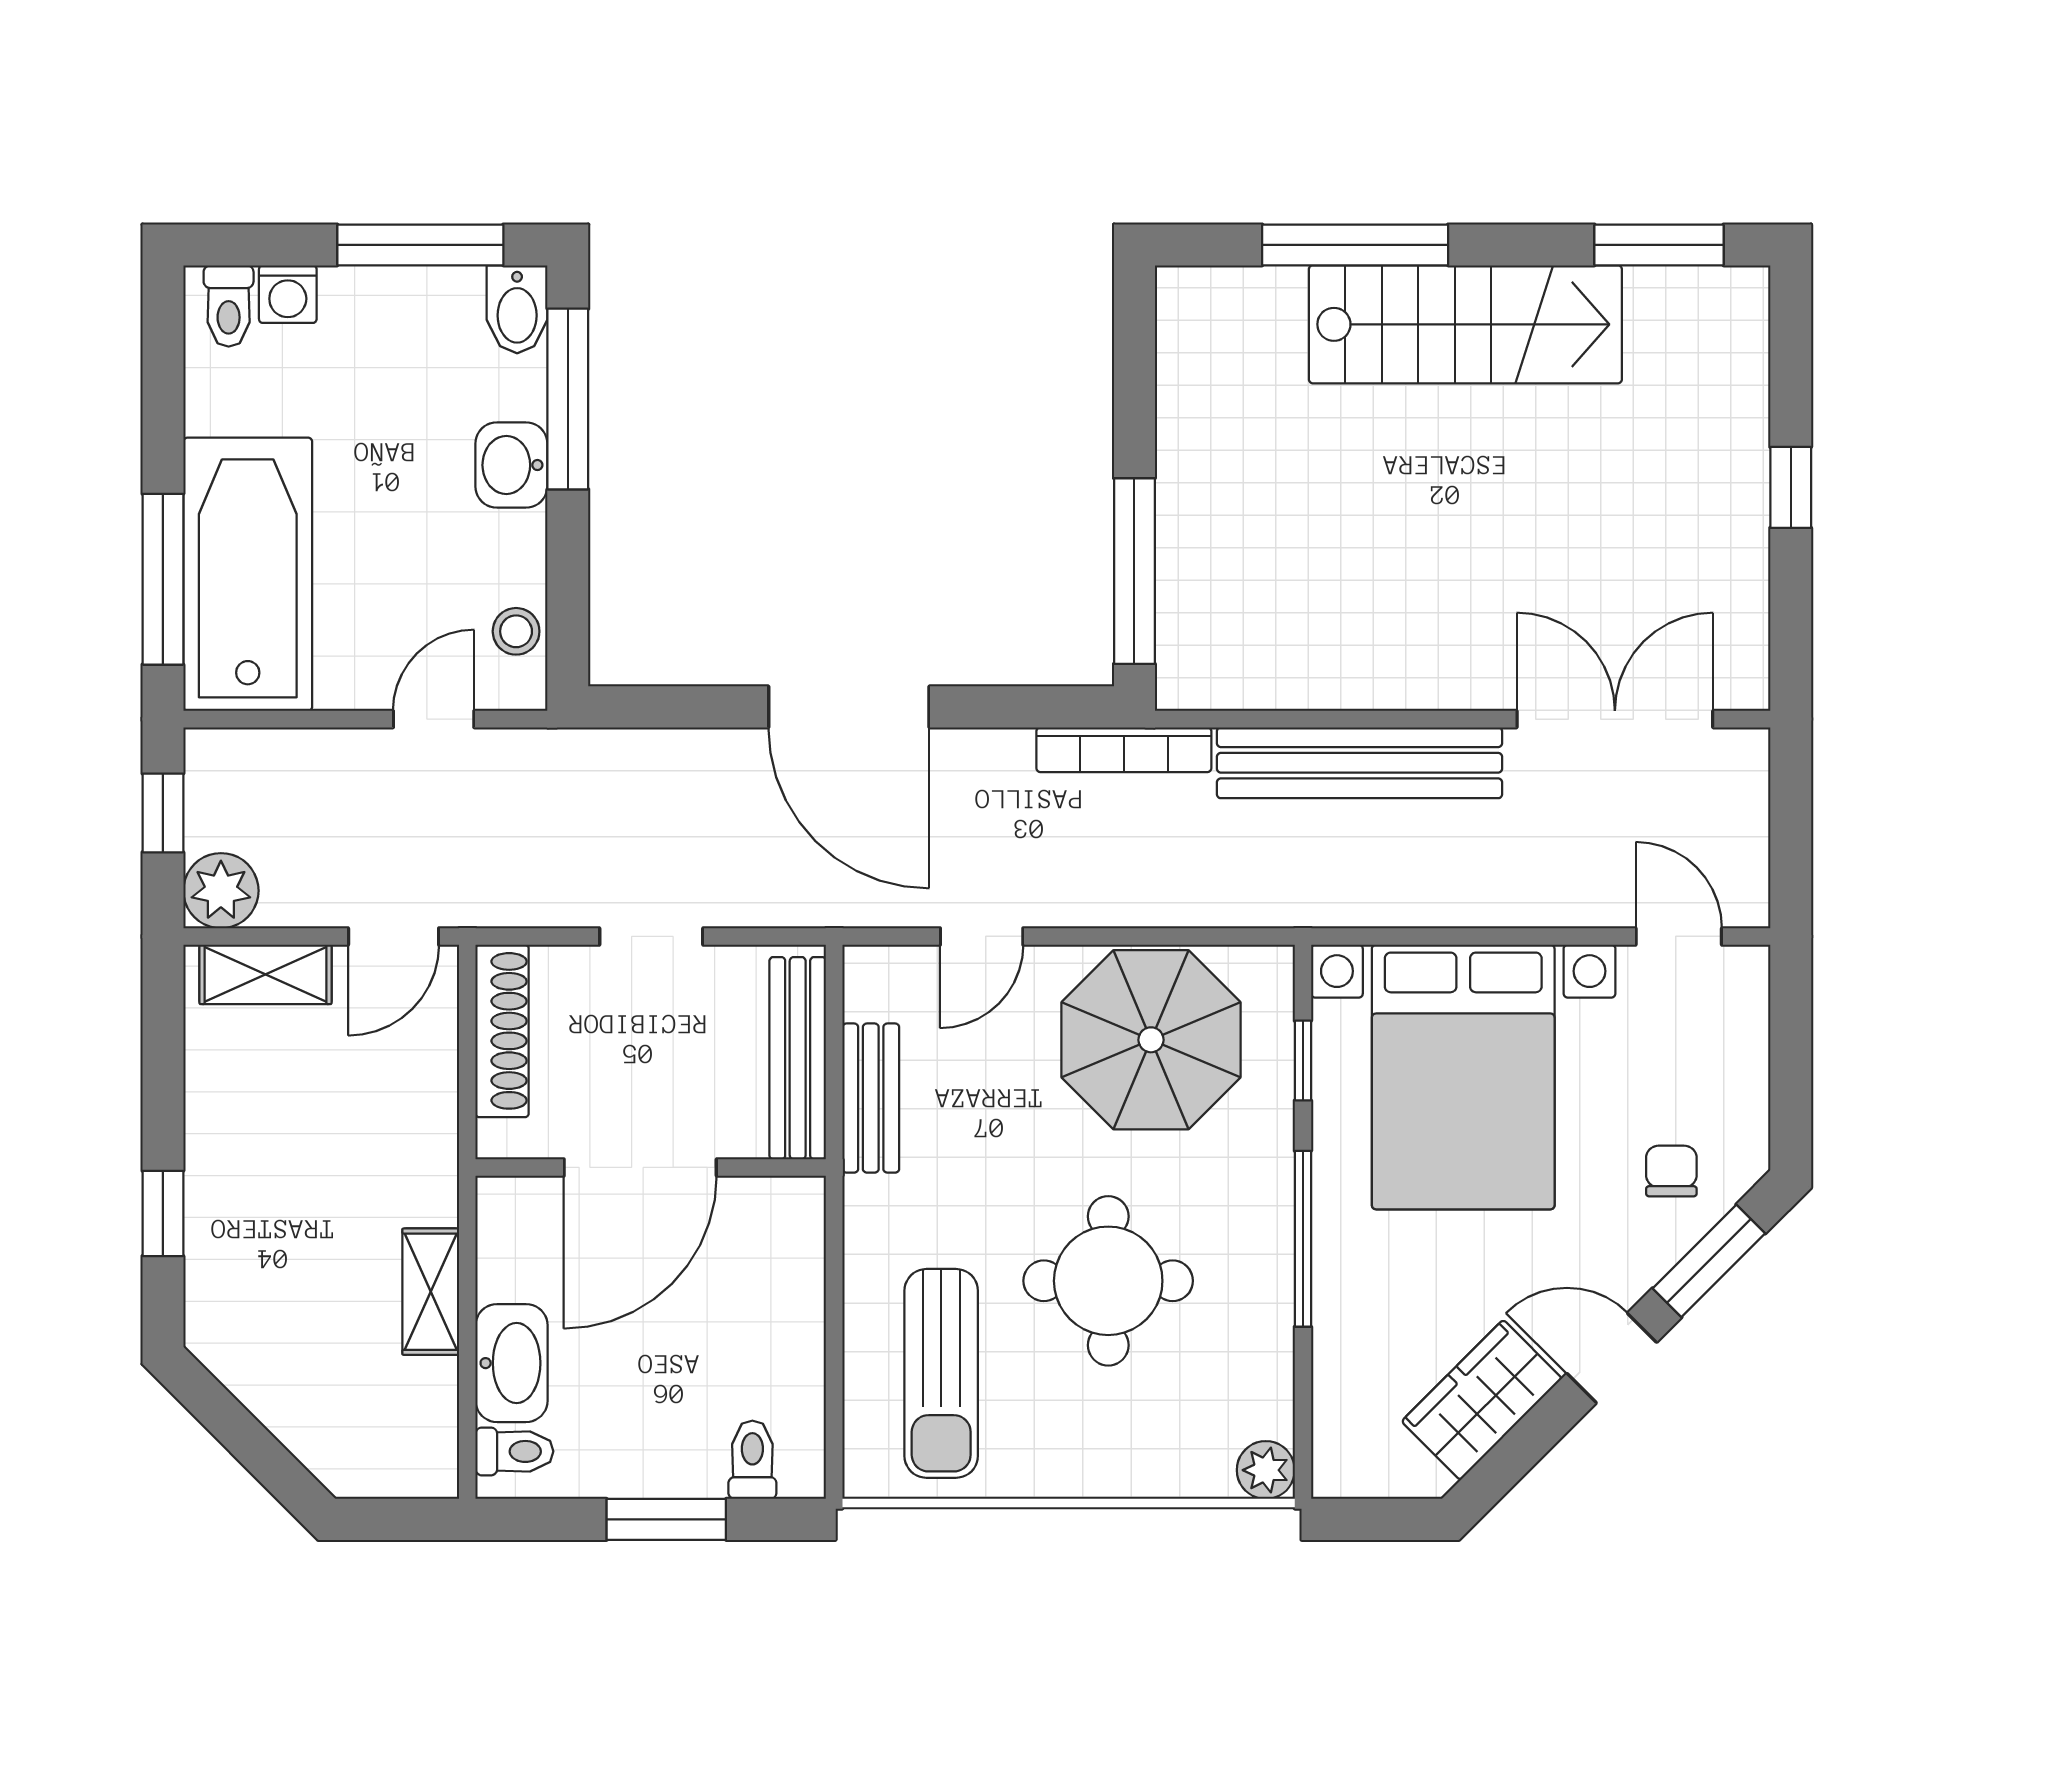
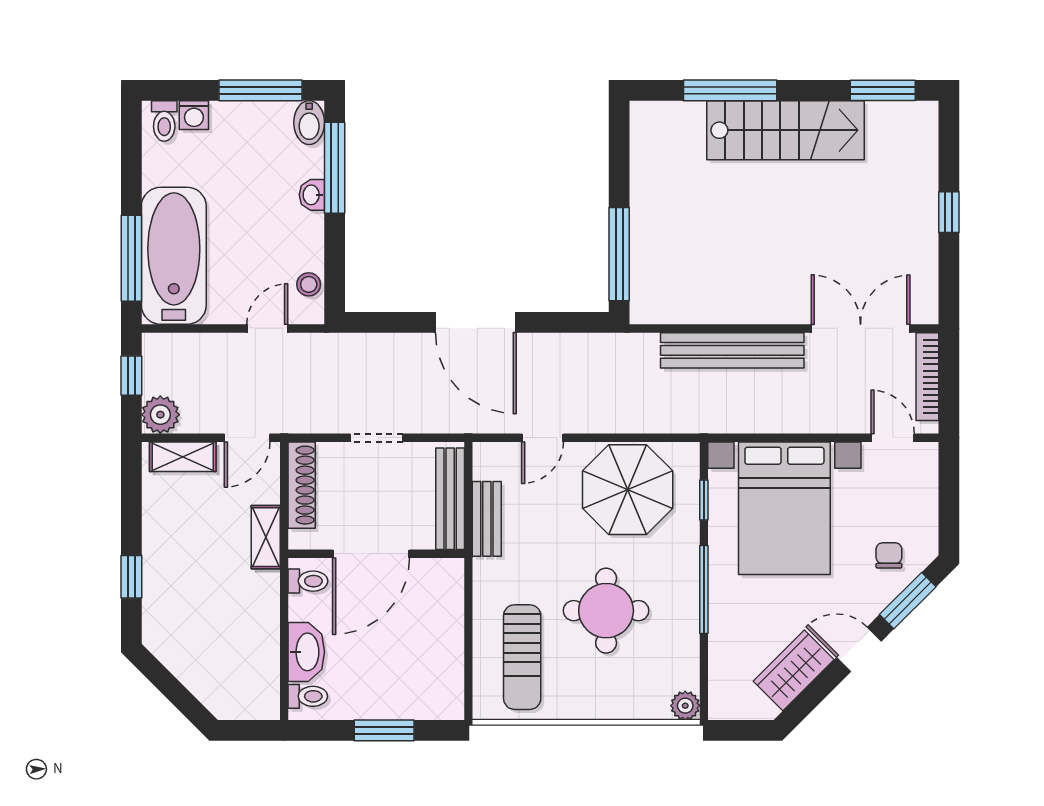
washbasin: (511, 465) -> (312, 195), width x0.72, depth x0.69
bookcase: (1124, 750) -> (927, 377), moved, turned 90
shelving: (431, 1292) -> (266, 537), moved
toilet: (752, 1460) -> (308, 581), moved, turned 90

